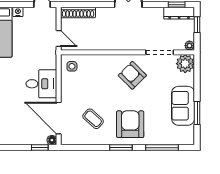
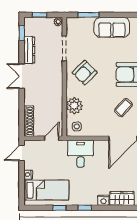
dresser: (179, 13) -> (29, 50), moved
plant: (185, 64) -> (74, 106), moved
desk: (41, 84) -> (81, 154), moved
window: (197, 113) -> (88, 15), moved

